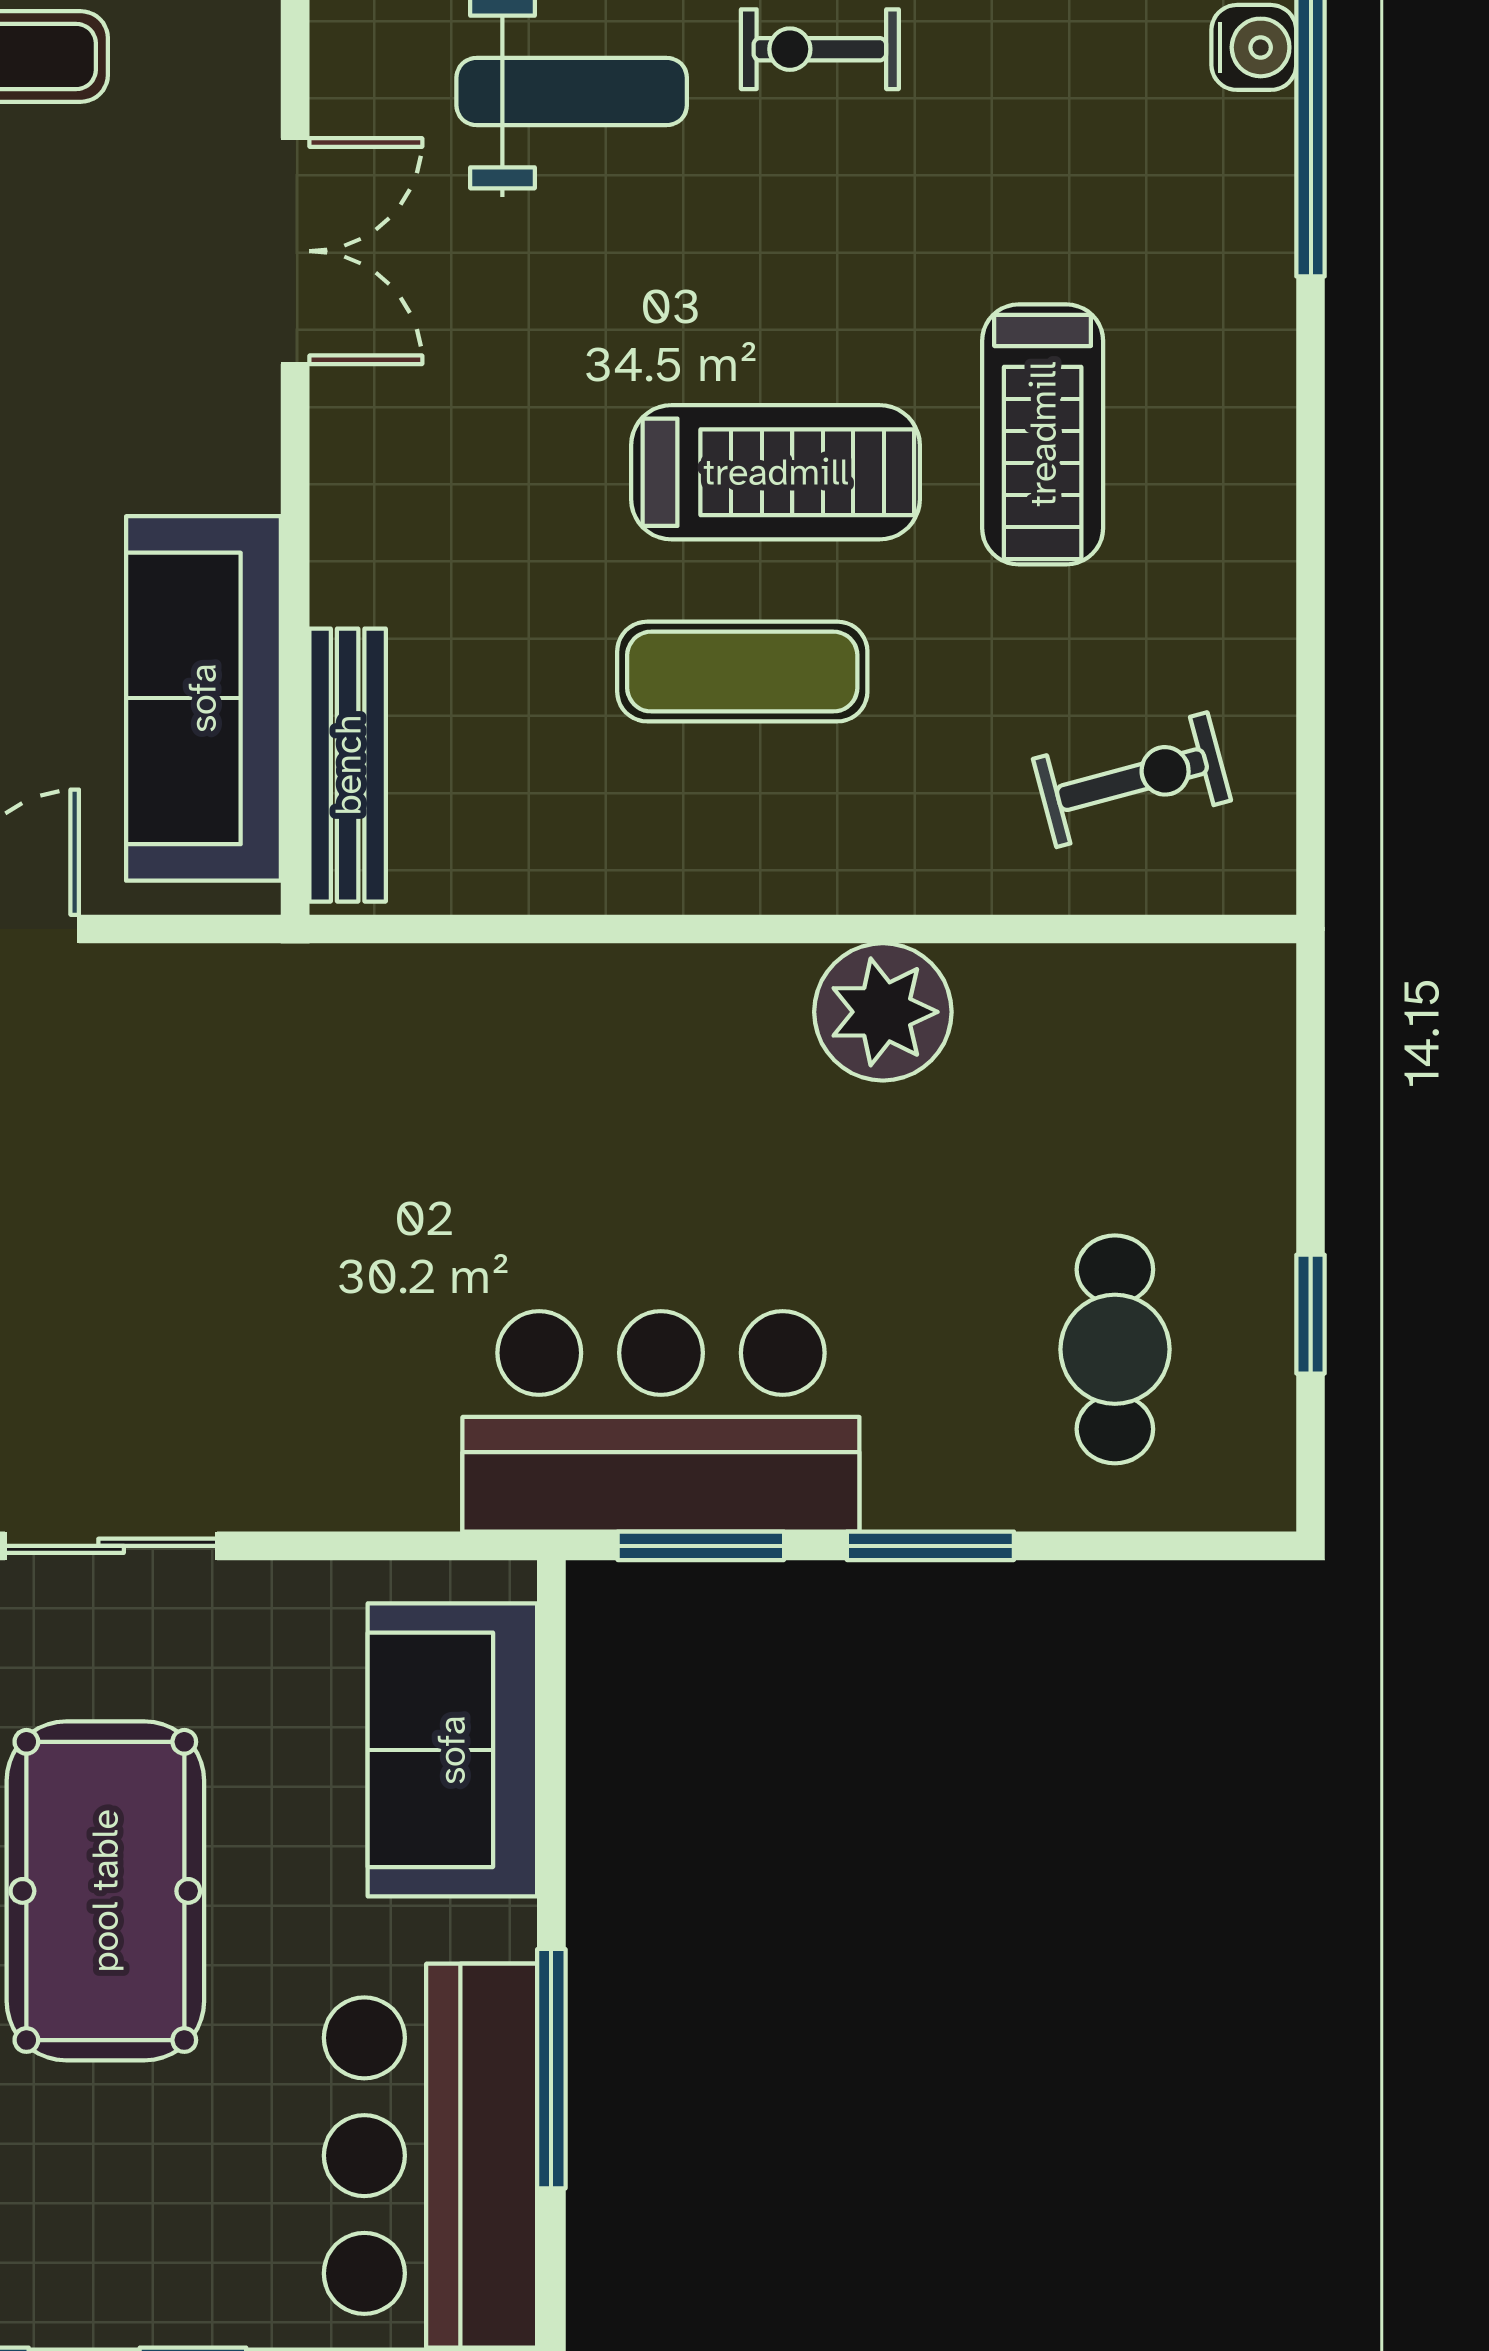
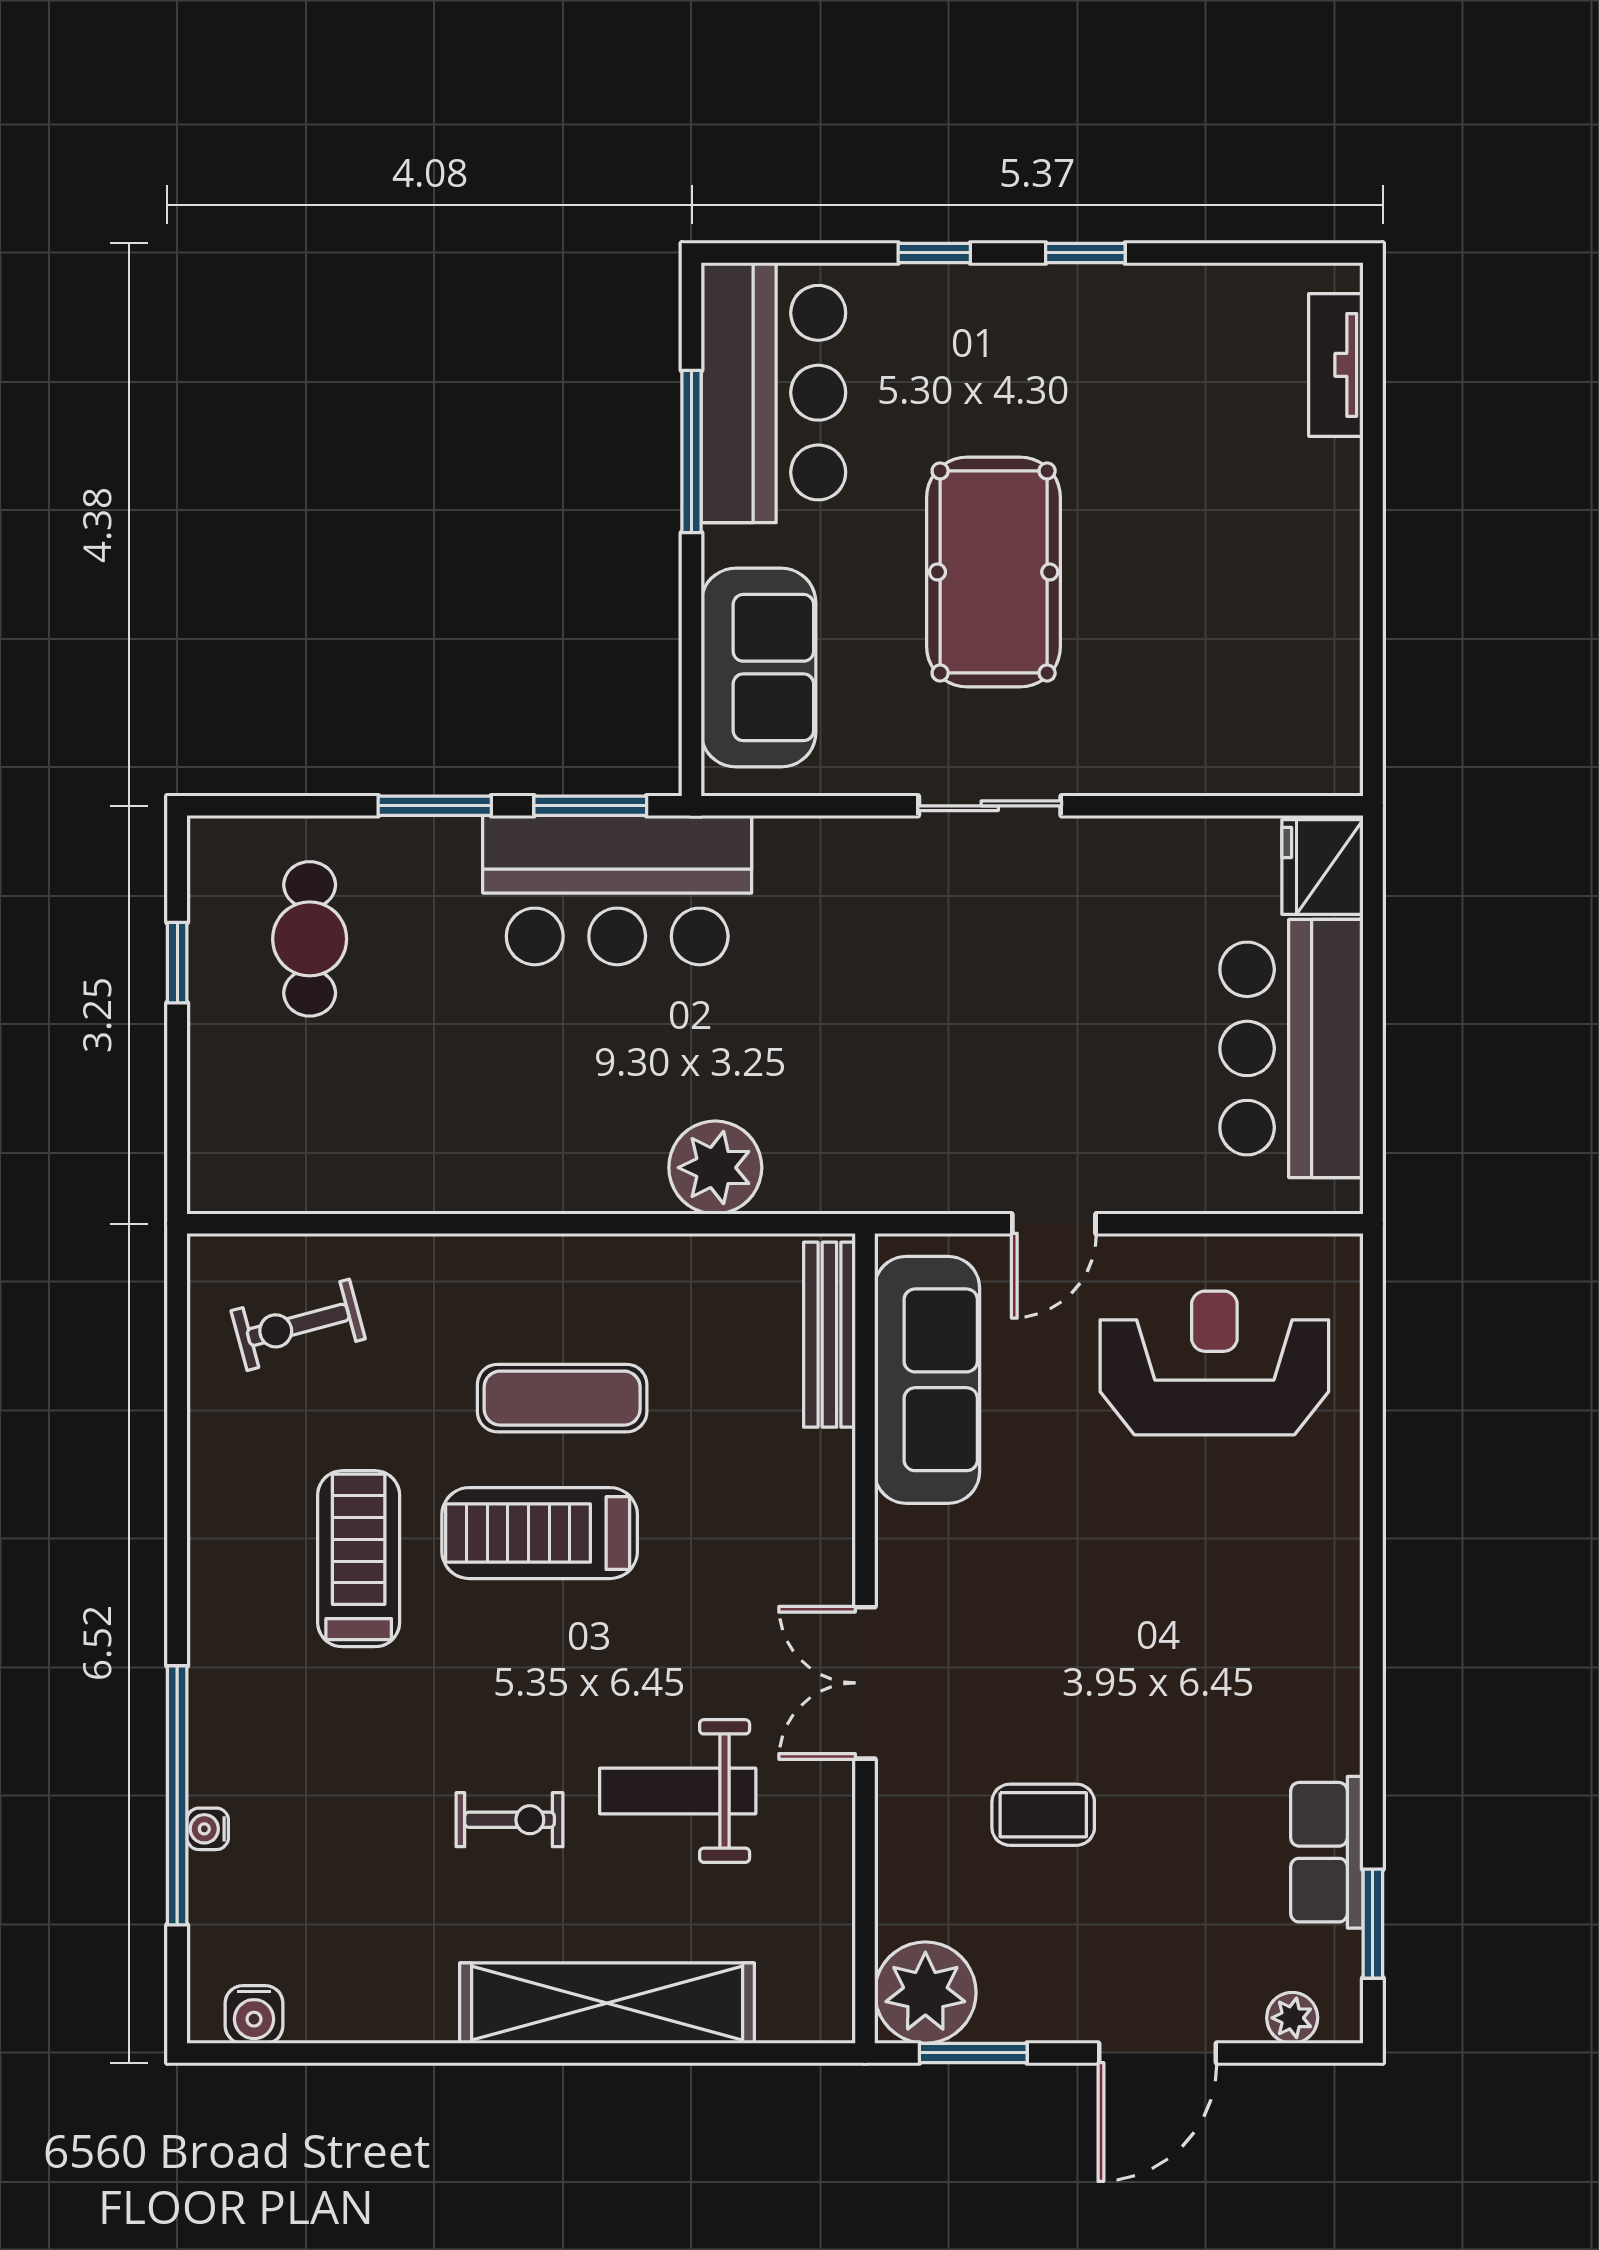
water cooler: (1254, 47) -> (208, 1829), width x0.72, depth x0.72
plant: (883, 1012) -> (715, 1168), moved

